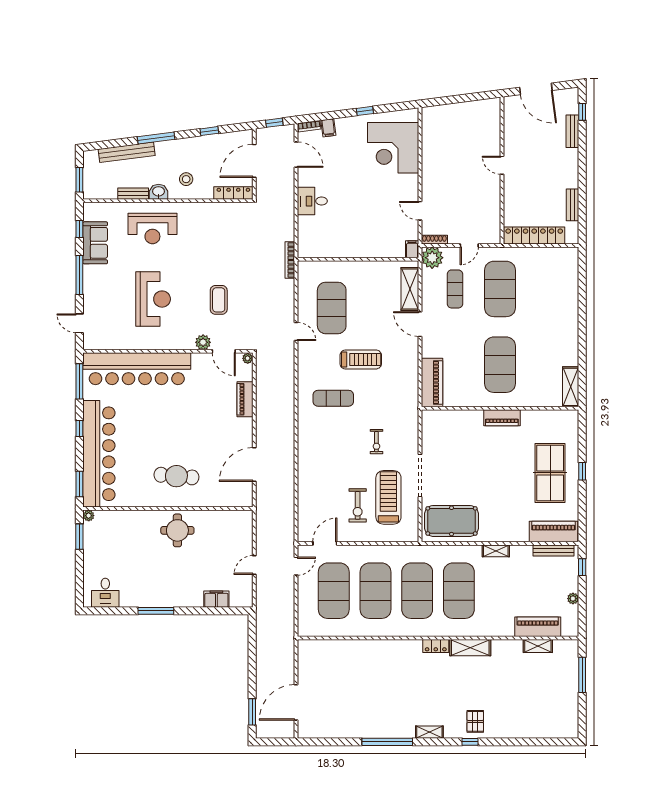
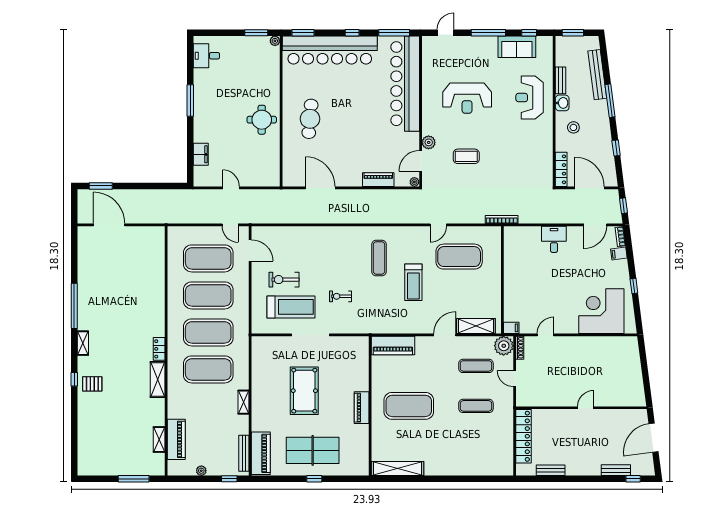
exercise mat: (500, 289) -> (476, 406), width x0.50, depth x0.69
shelving: (571, 387) -> (398, 469), width x1.47
pool table: (452, 521) -> (304, 391), moved

